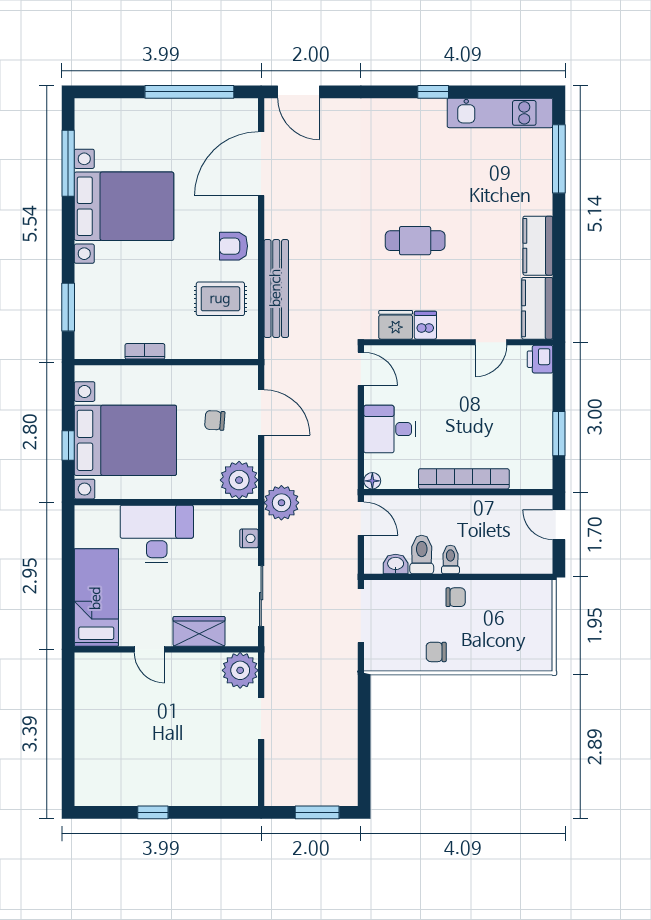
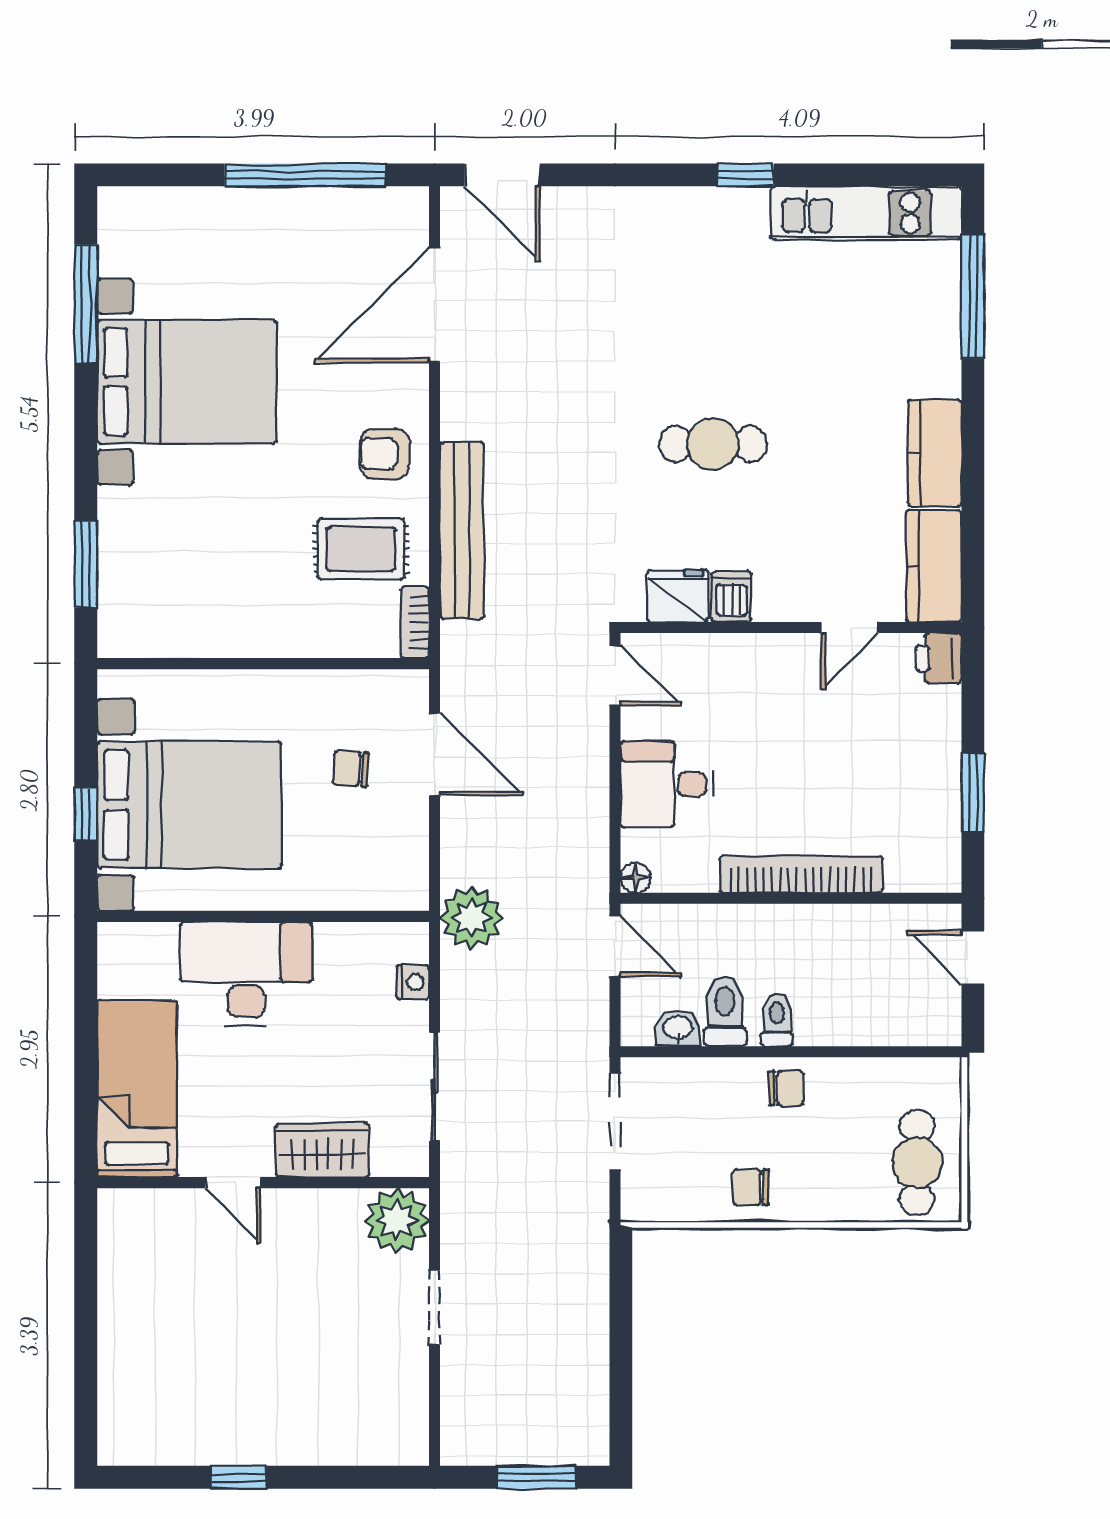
bookcase: (145, 351) -> (415, 623), moved, turned -90
plant: (239, 480) -> (395, 877), removed
cafe table: (528, 638) -> (917, 1163), added

